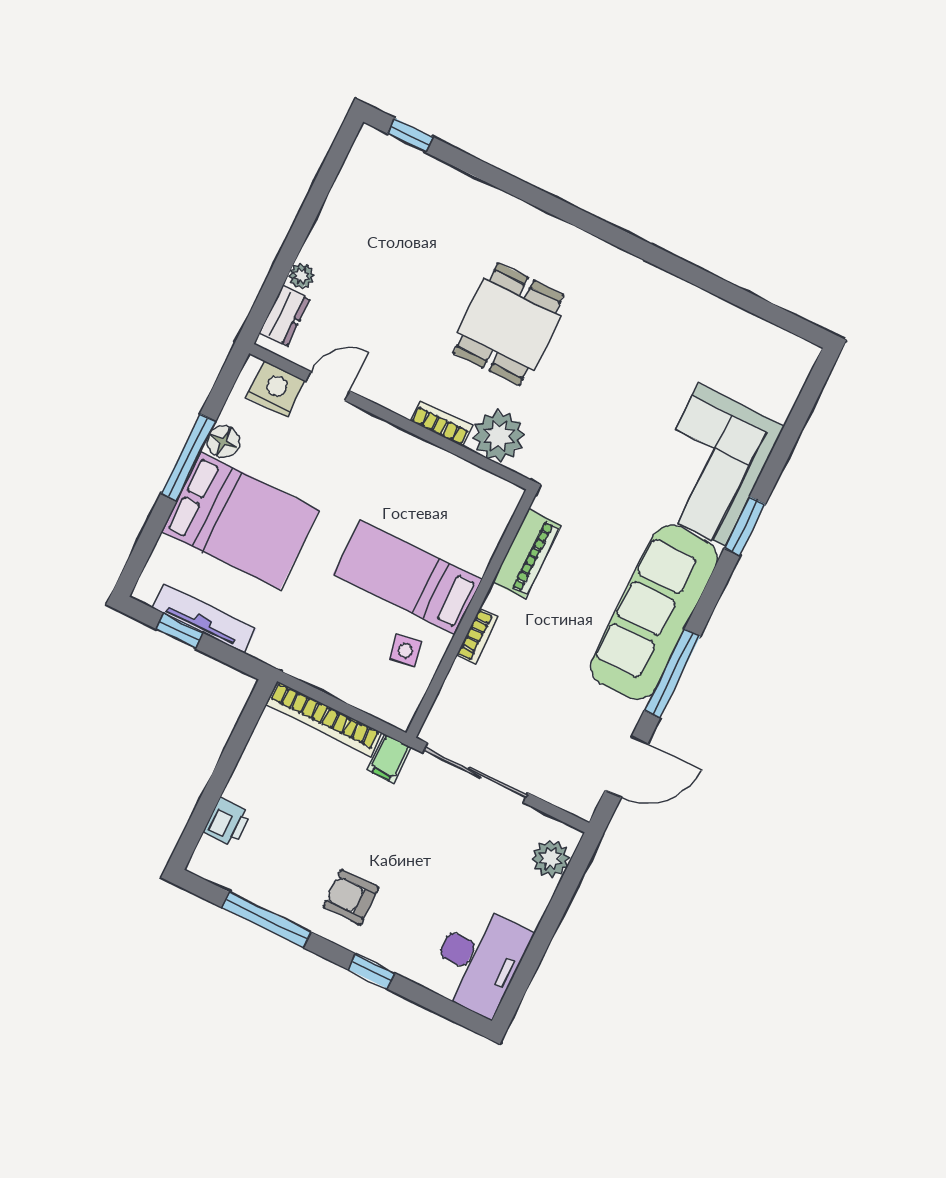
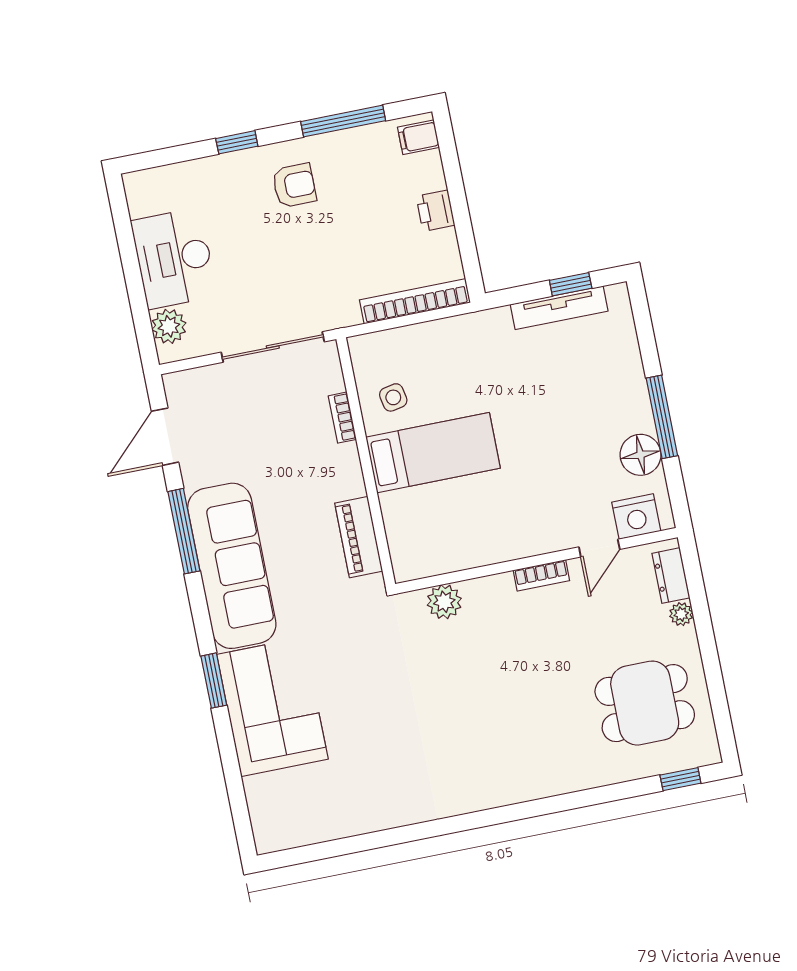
dining table: (509, 324) -> (645, 703), moved, turned 90
bookcase: (441, 423) -> (541, 575), moved
plant: (499, 436) -> (444, 602), width x0.73, depth x0.73
floor lamp: (223, 442) -> (641, 455), width x1.38, depth x1.38
bed: (240, 521) -> (588, 400), removed
bookcase: (477, 636) -> (342, 418), moved
filing cabinet: (389, 758) -> (418, 137), moved, turned -90
printer: (227, 822) -> (435, 211), moved
desk: (479, 960) -> (174, 258), moved

